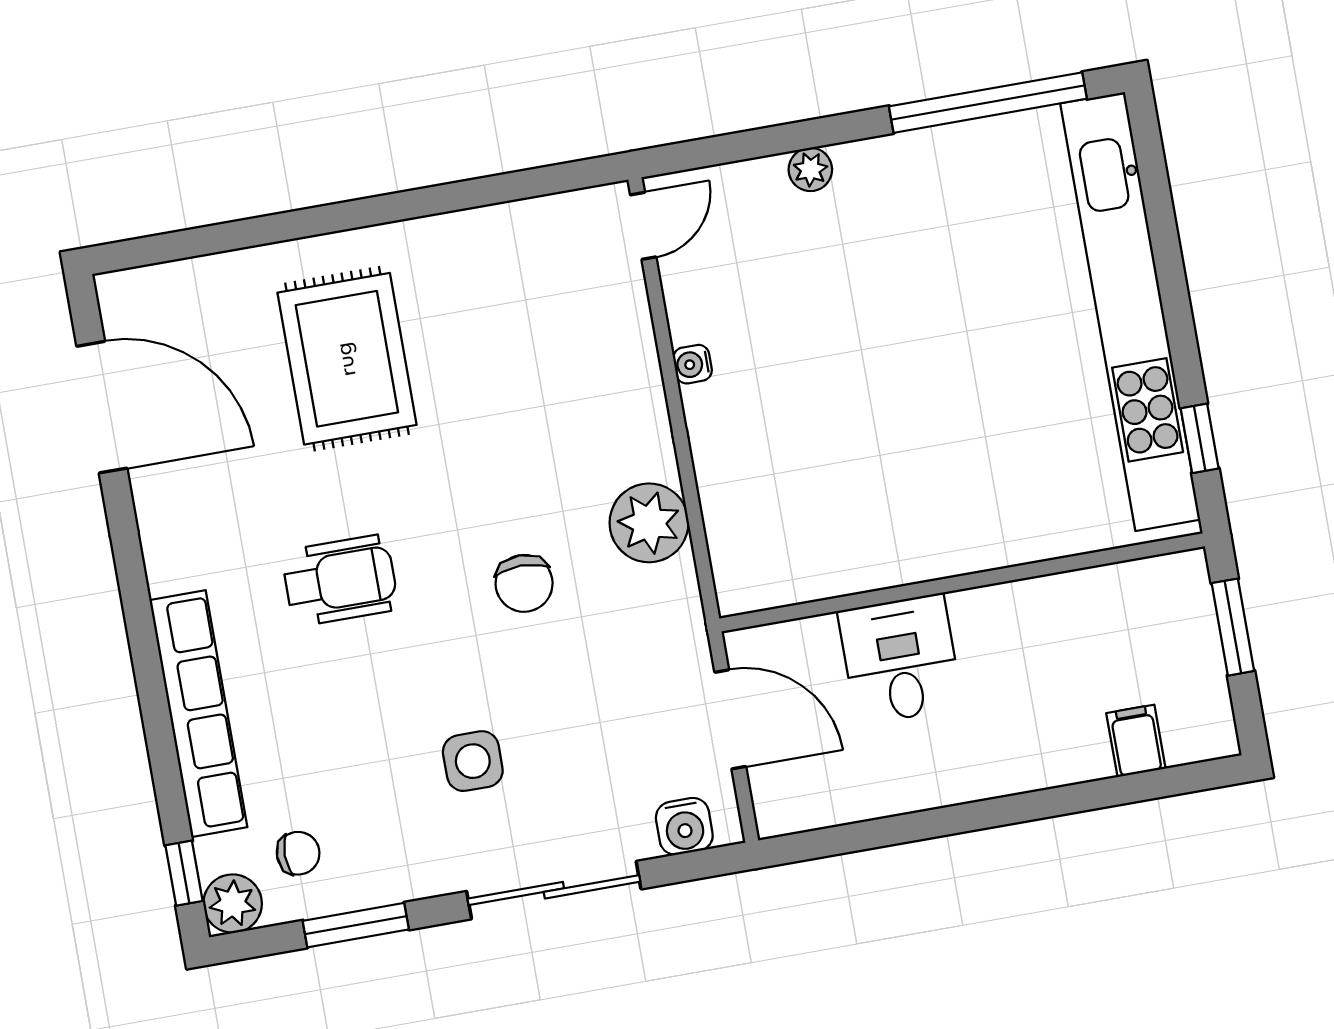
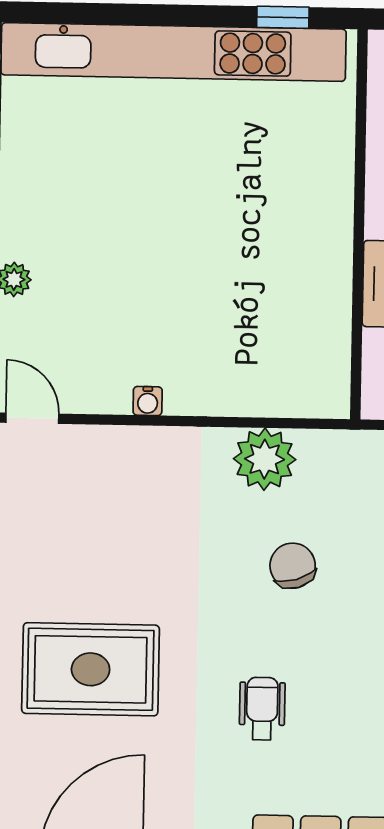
wheelchair: (340, 580) -> (262, 709), width x0.73, depth x0.73
chair: (524, 583) -> (293, 566), turned -107

